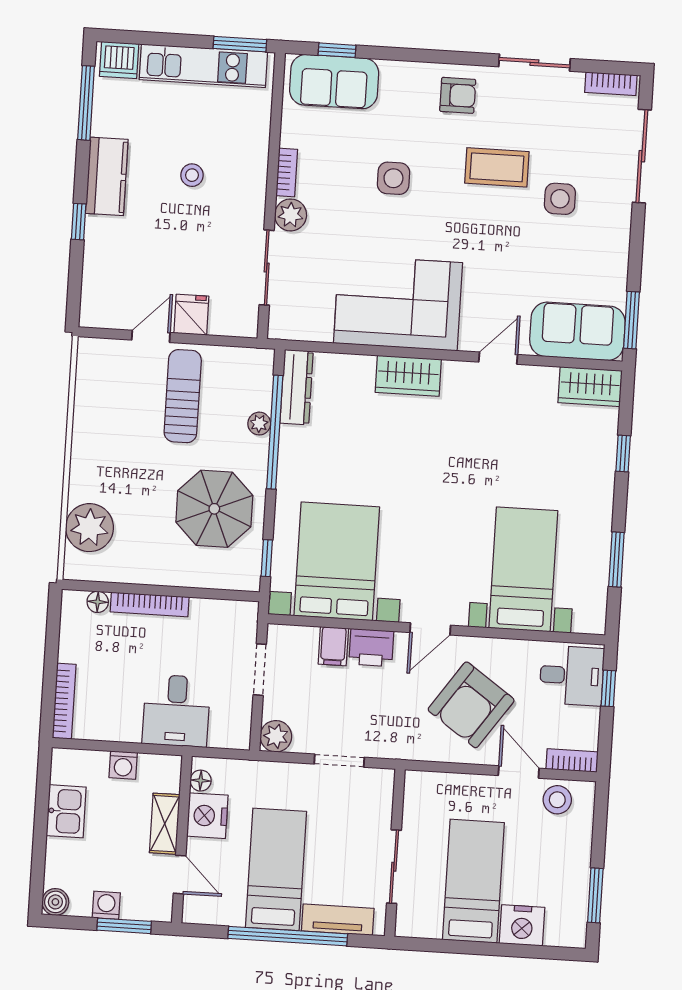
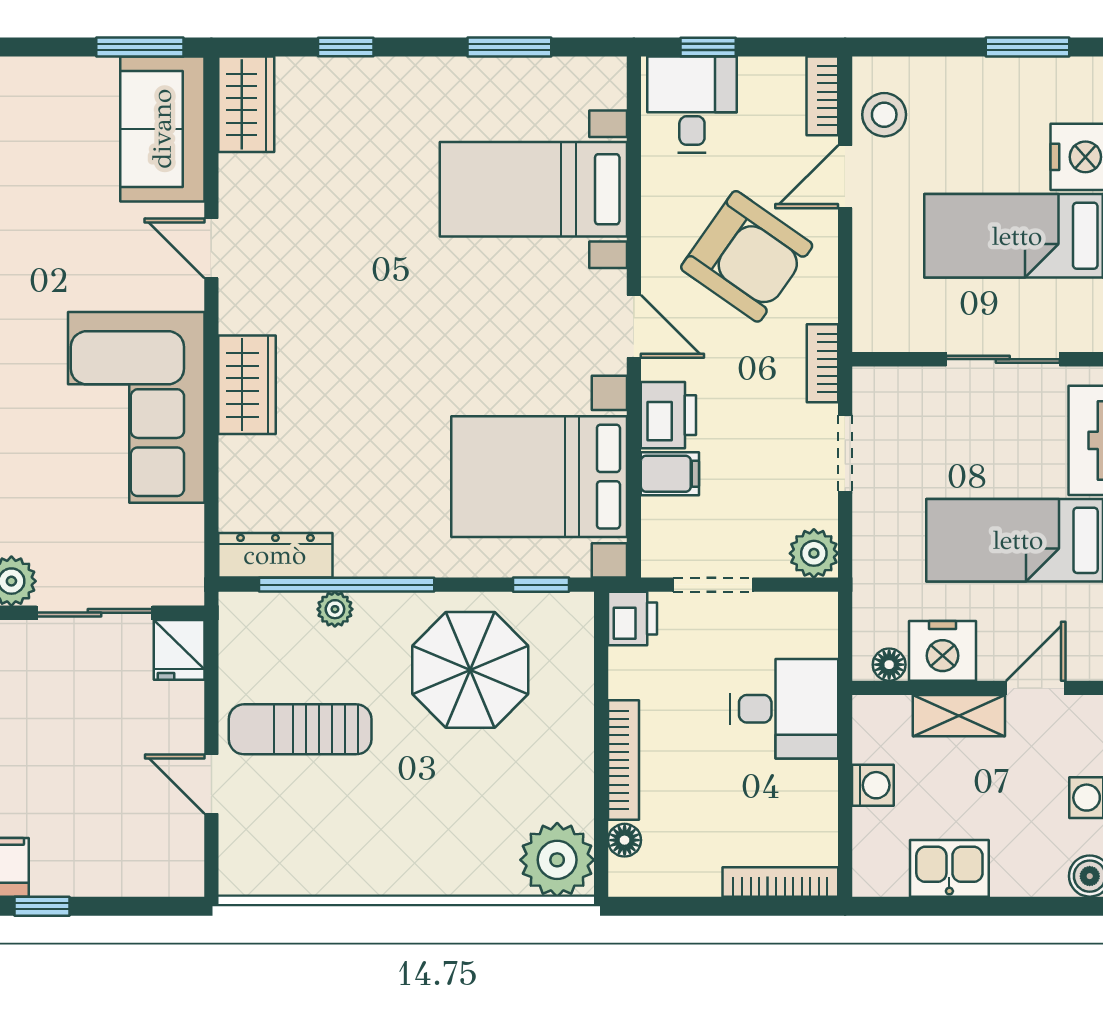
fridge: (191, 315) -> (179, 650), moved, turned -90
plant: (90, 528) -> (557, 860), moved
printer: (241, 616) -> (633, 618), added
bookcase: (399, 750) -> (822, 363), added

